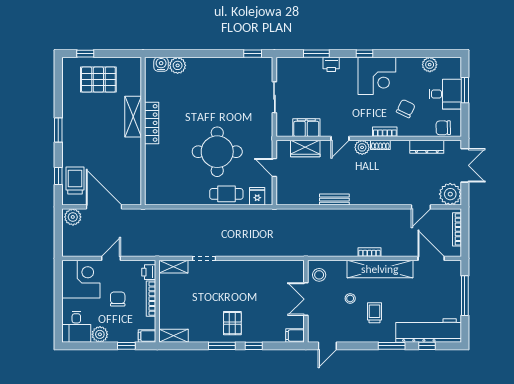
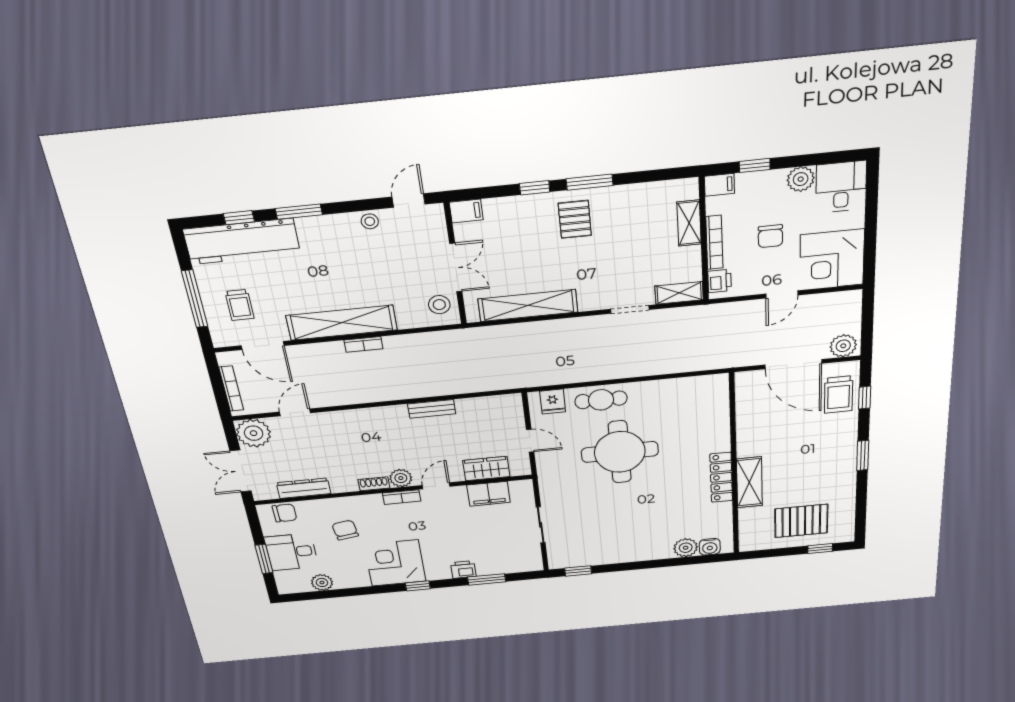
chair: (406, 109) -> (345, 530), turned 145
bookcase: (385, 132) -> (402, 497), moved
shelving: (266, 268) -> (528, 305), added
stool: (350, 298) -> (370, 221), moved
trolley: (374, 313) -> (240, 305), moved
shelving: (174, 336) -> (689, 223), moved, turned 90

